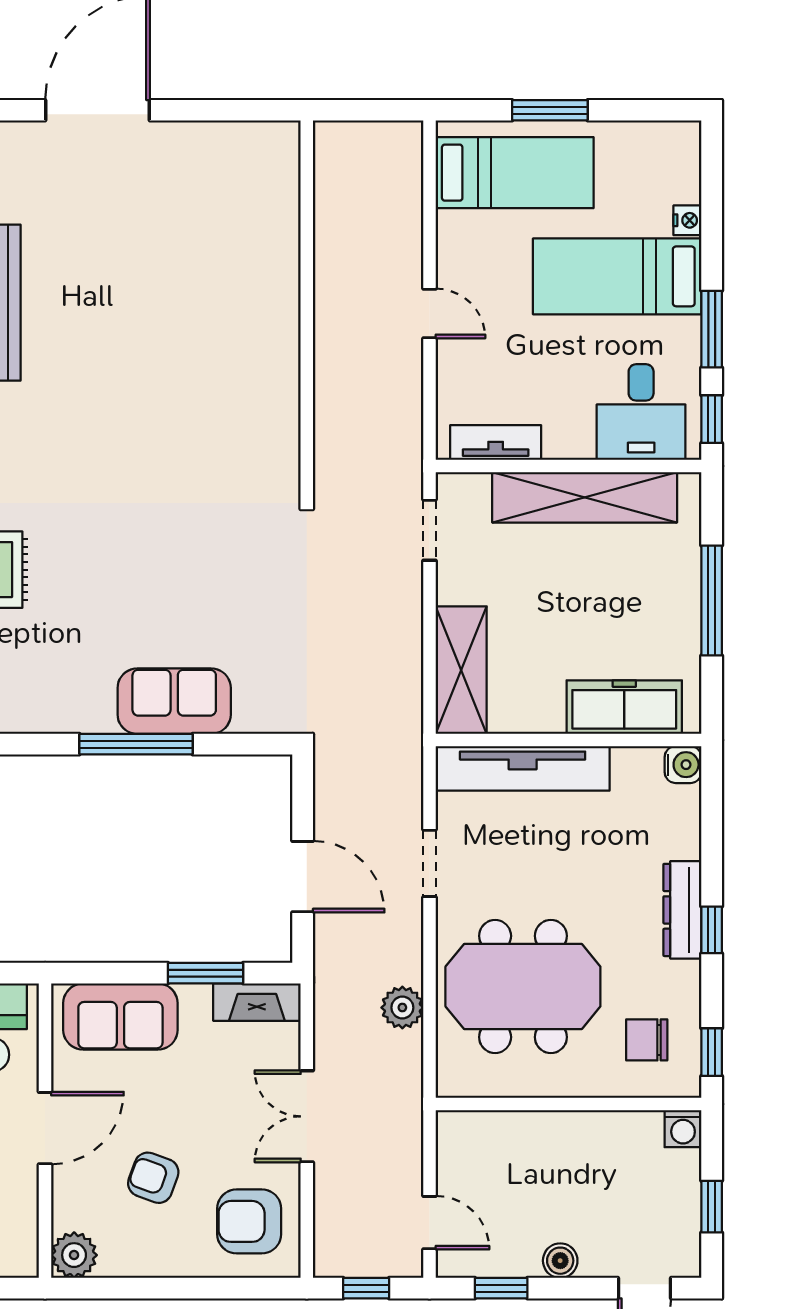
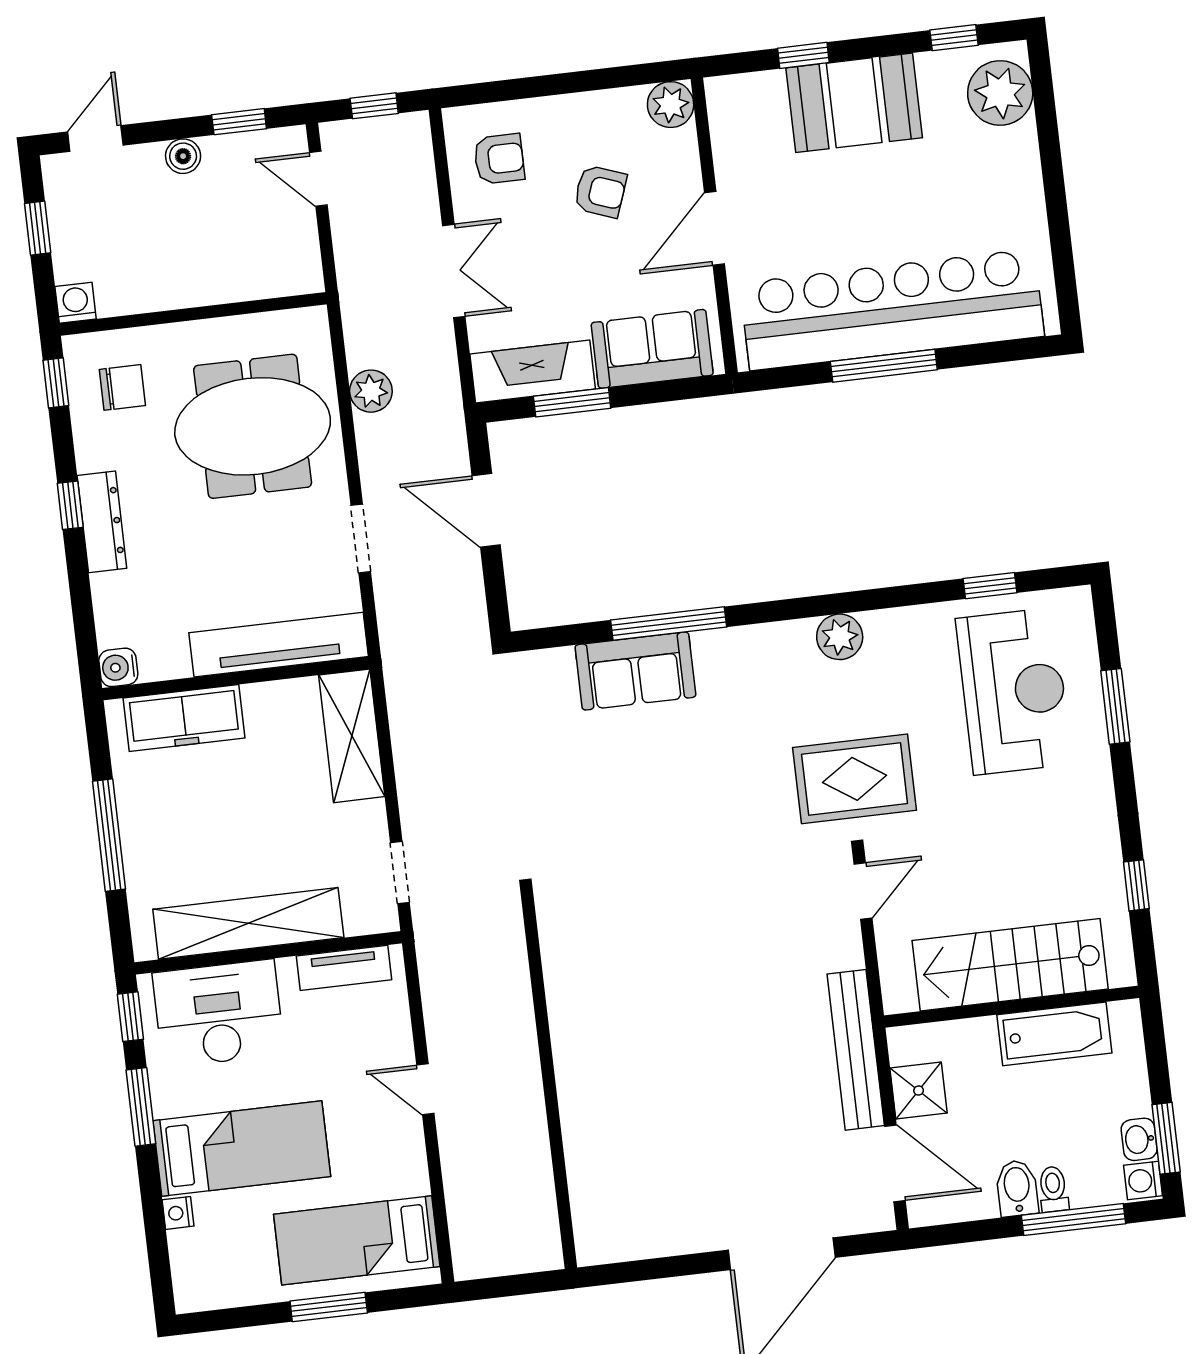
desk: (641, 412) -> (218, 1014), width x1.37
fireplace: (257, 1002) -> (533, 372), width x1.37, depth x1.32
armchair: (249, 1221) -> (499, 159), width x0.72, depth x0.72

